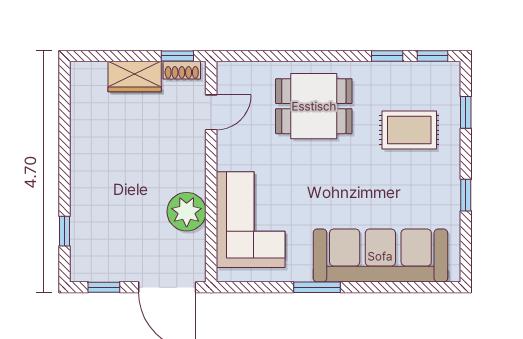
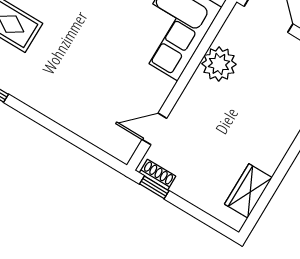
wardrobe: (135, 76) -> (248, 191), moved, turned -90
dining table: (314, 106) -> (73, 86), removed

